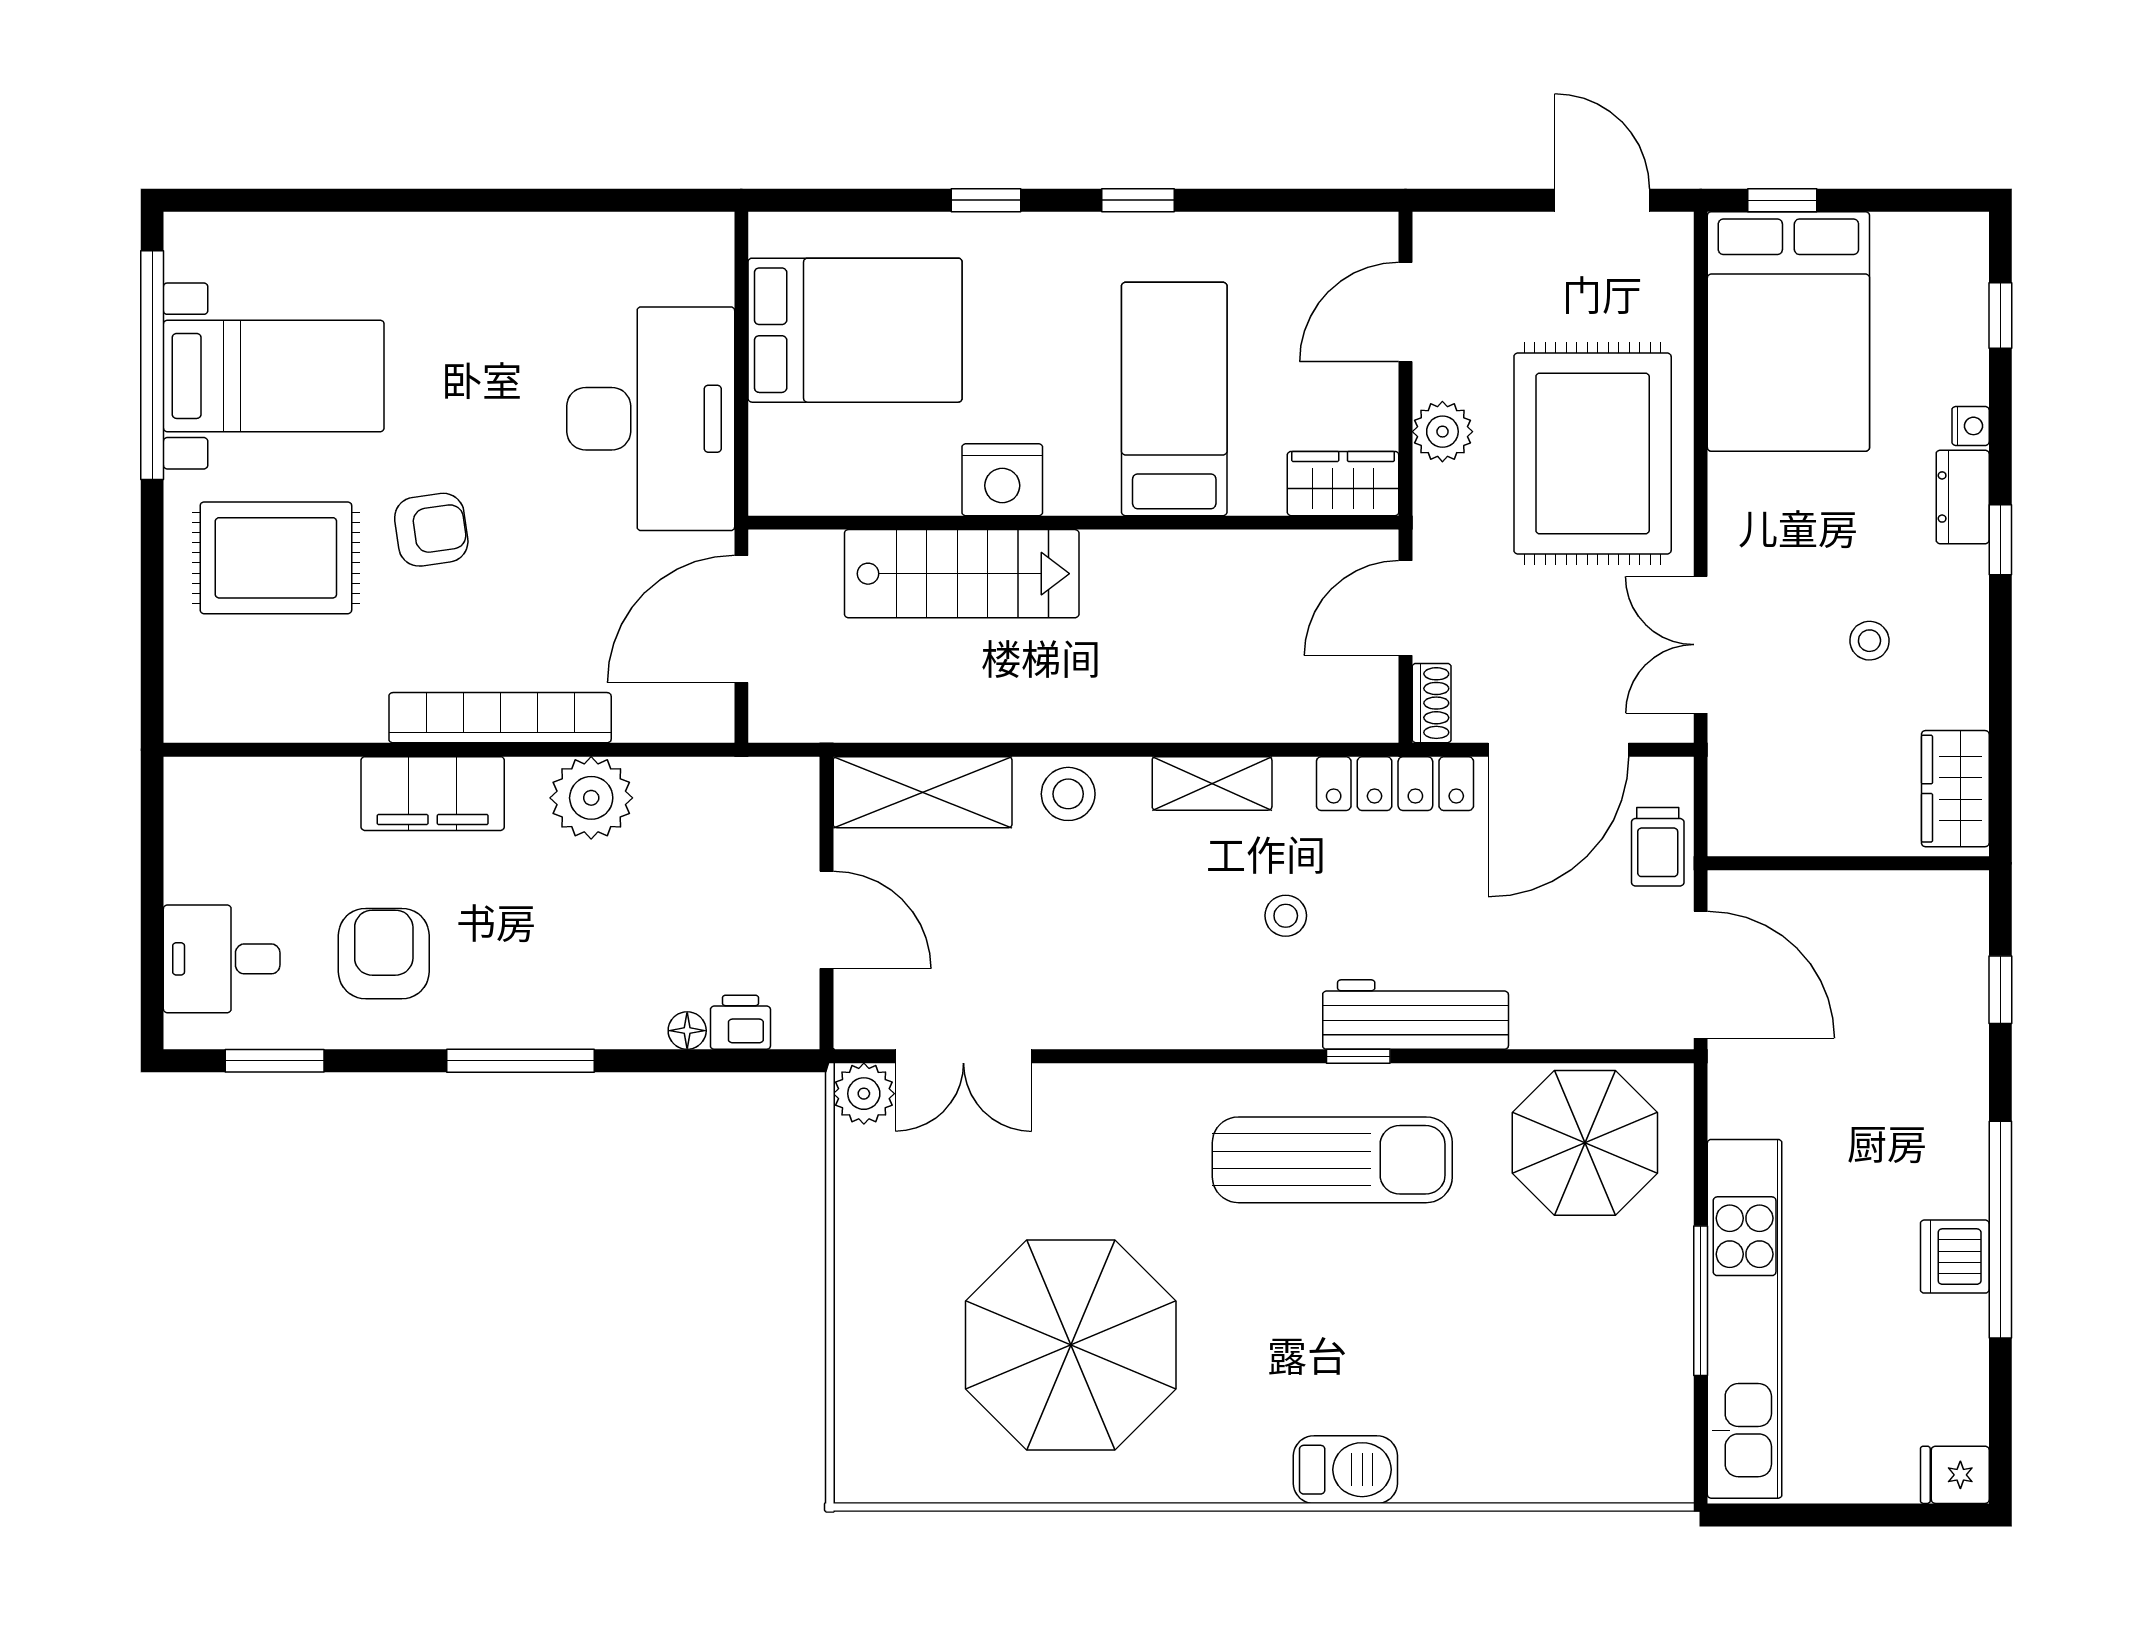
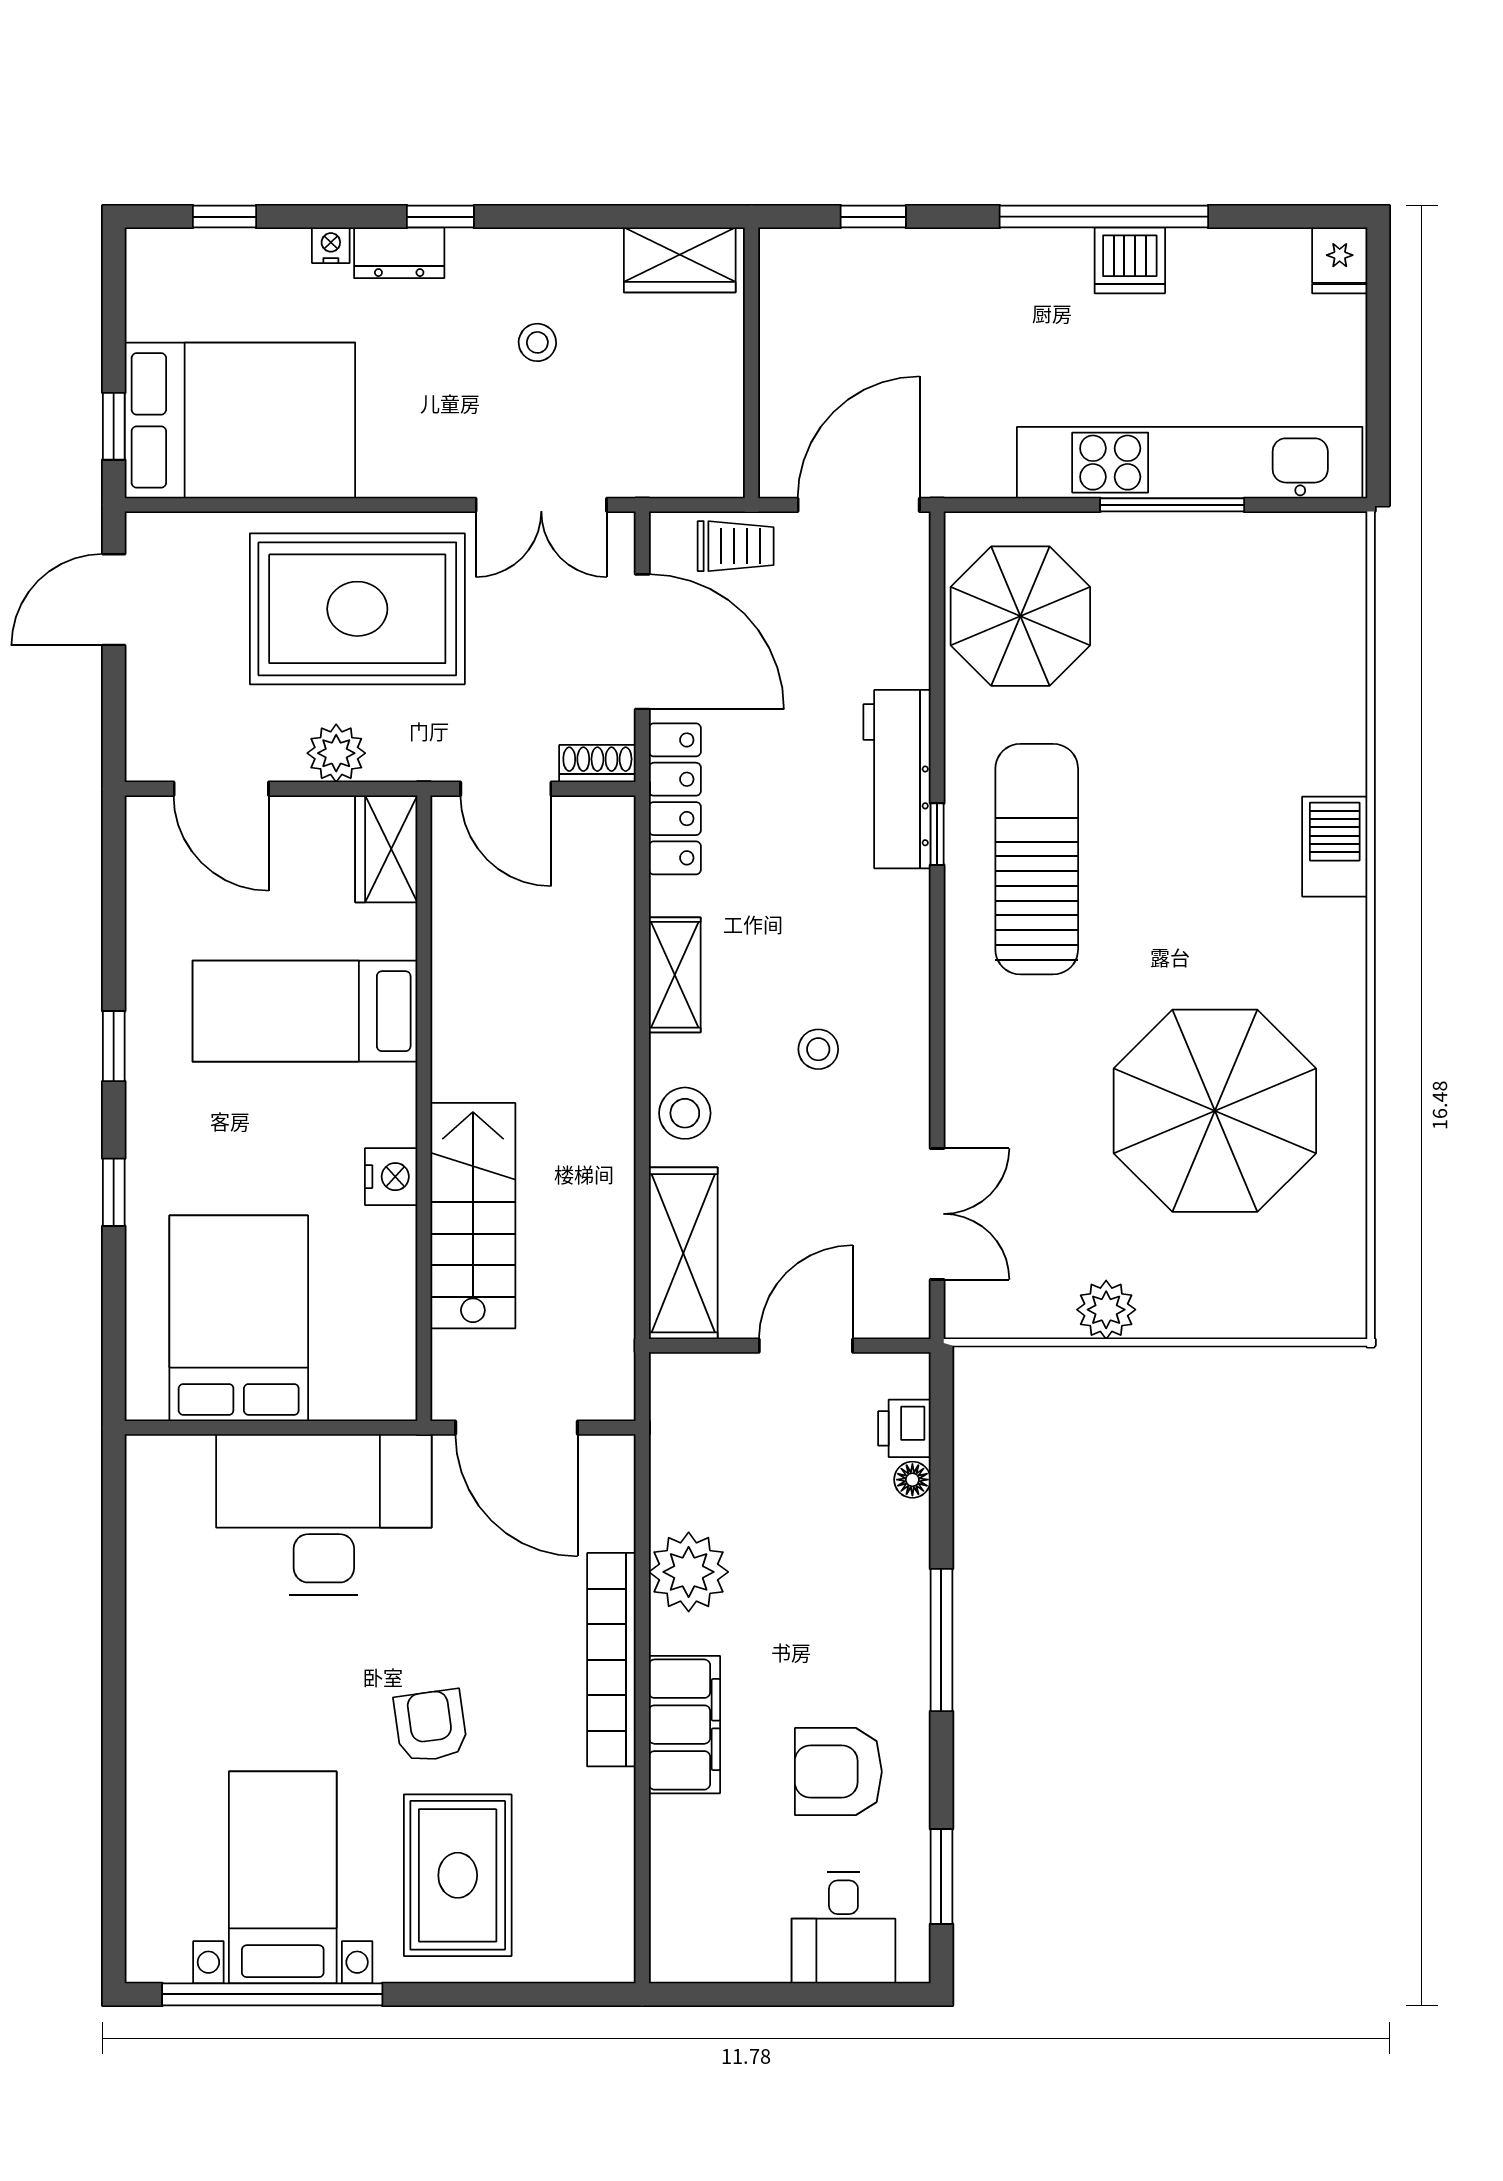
nightstand: (1002, 480) -> (391, 1177), width x0.74, depth x0.75
stool: (1286, 916) -> (818, 1049), moved
plant: (864, 1094) -> (1106, 1310), moved

